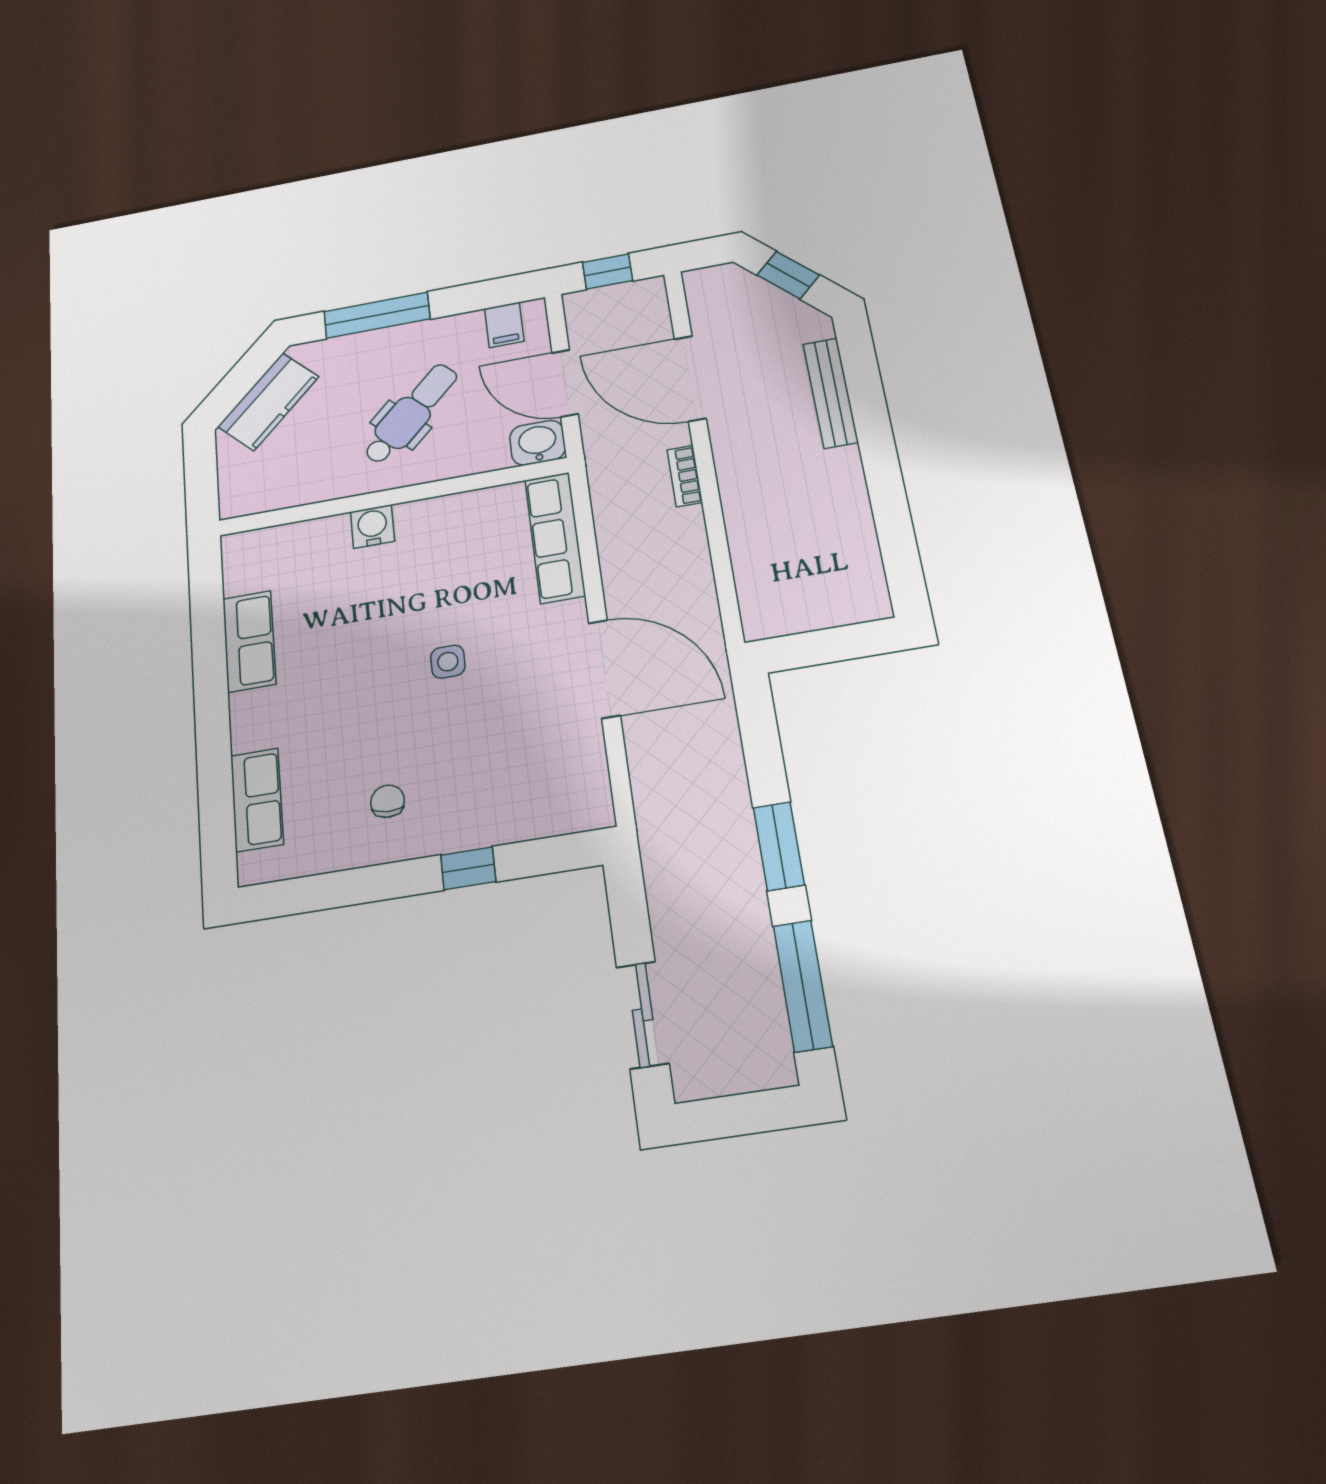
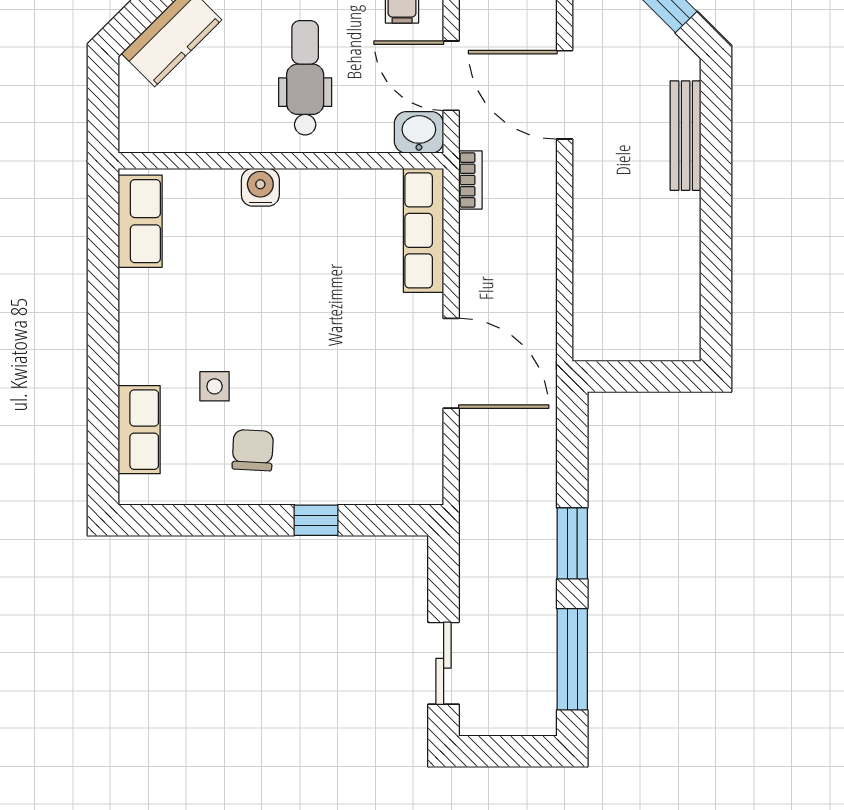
dental chair: (410, 414) -> (305, 78), turned -45
bookcase: (685, 476) -> (470, 180), moved, turned 180
row of seats: (249, 641) -> (140, 221), moved
side table: (448, 662) -> (215, 386), moved
chair: (387, 801) -> (253, 450), width x1.37, depth x1.37

